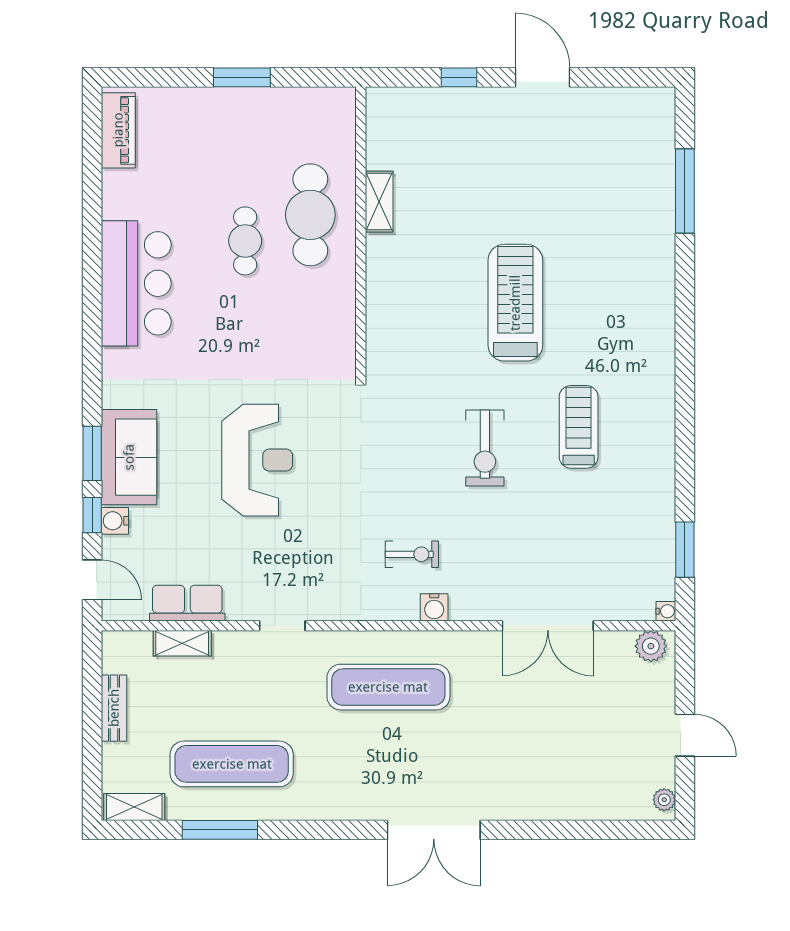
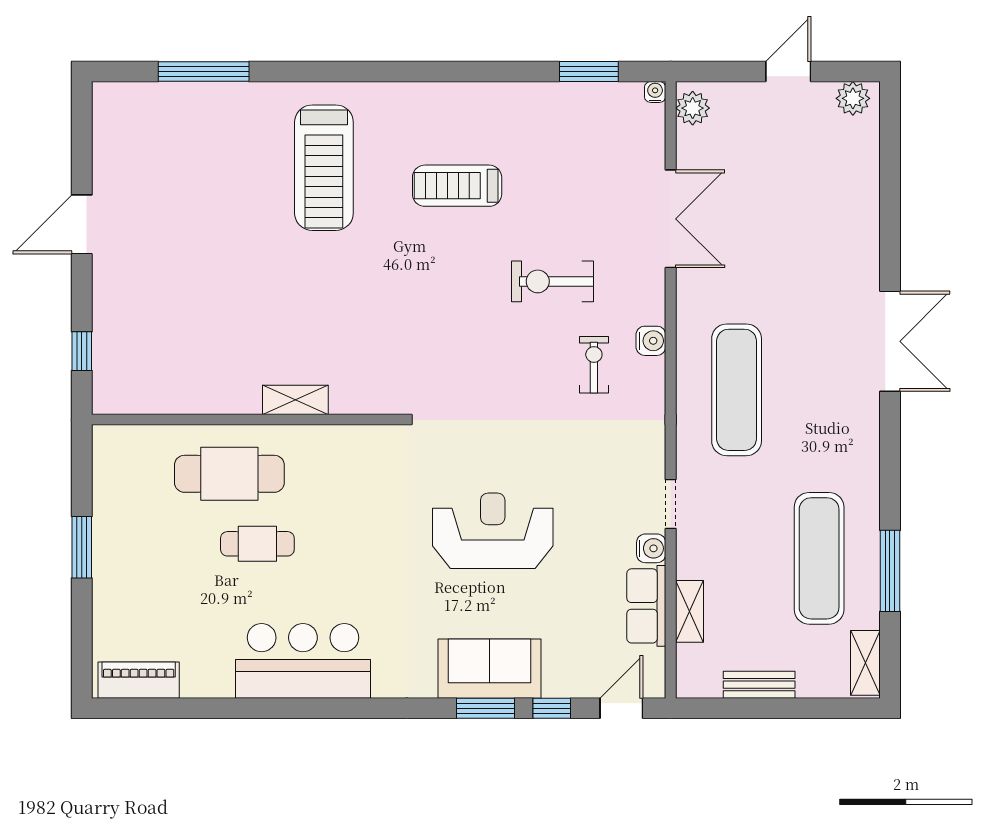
window: (459, 77) -> (82, 351), moved
shelving: (379, 202) -> (295, 400), moved
treadmill: (515, 303) -> (324, 168), moved, turned -90
exercise bike: (485, 448) -> (552, 281), moved, turned 180
water cooler: (115, 521) -> (651, 548), moved, turned -90
plant: (664, 800) -> (853, 98), width x1.38, depth x1.38

